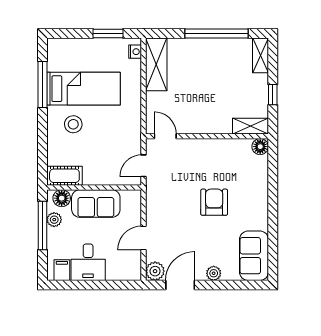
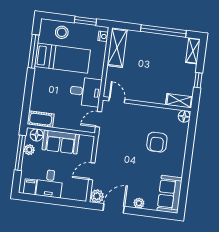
stool: (73, 124) -> (62, 32), moved
desk: (121, 130) -> (86, 92), added
armchair: (214, 202) -> (157, 142), moved, turned 180

